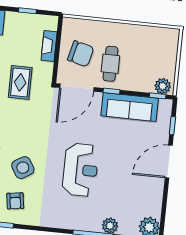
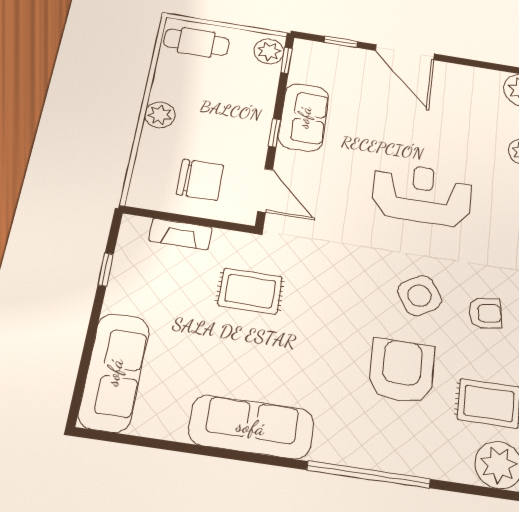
plant: (118, 30) -> (160, 115), added
chair: (81, 54) -> (200, 180), turned 76
cafe table: (110, 64) -> (196, 42), moved
door: (77, 88) -> (265, 190), width x0.73
sofa: (130, 107) -> (304, 117), width x0.73

